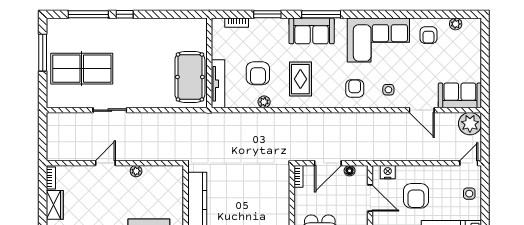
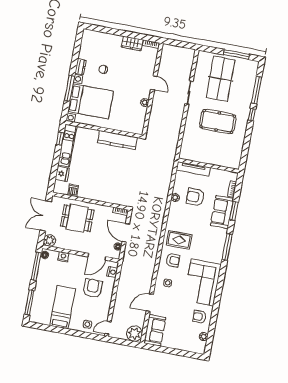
sofa: (312, 31) -> (222, 212), moved
pool table: (190, 77) -> (218, 121), moved
rug: (300, 79) -> (179, 240), moved
door: (469, 163) -> (108, 328), swing flipped
armchair: (416, 196) -> (93, 288), turned 90

